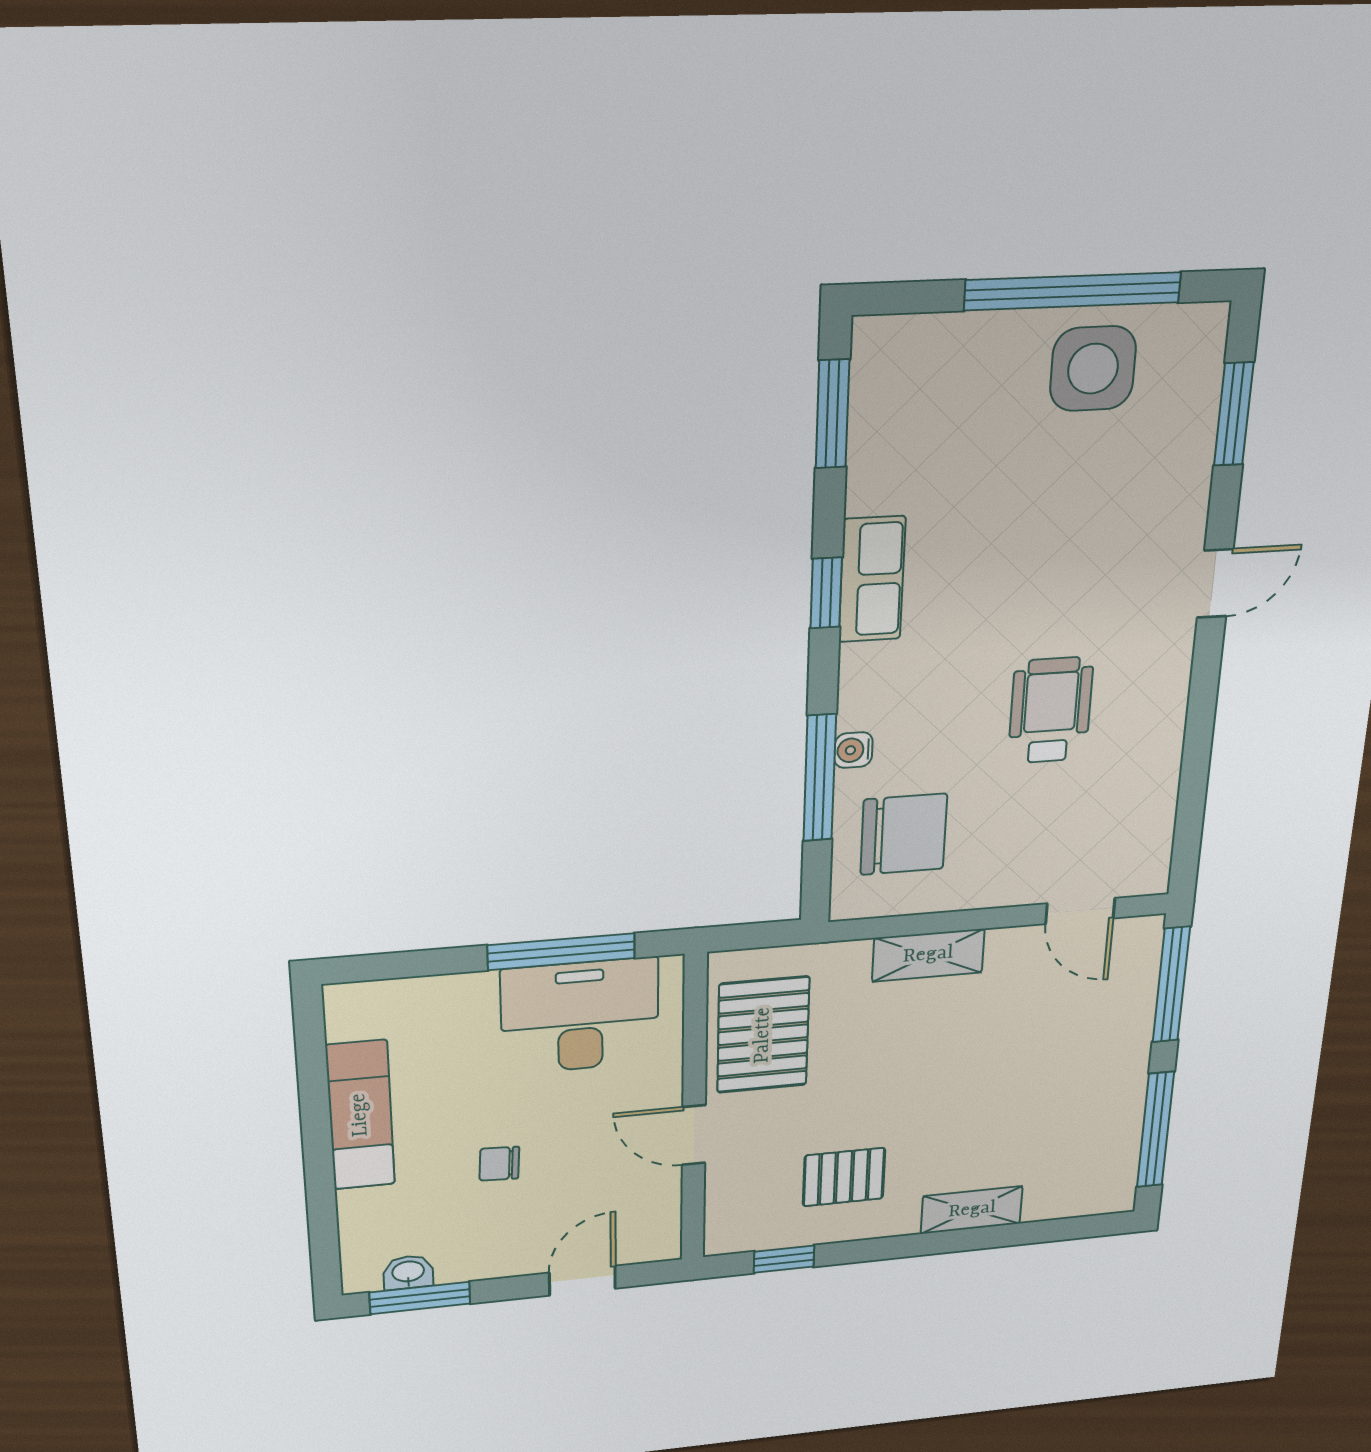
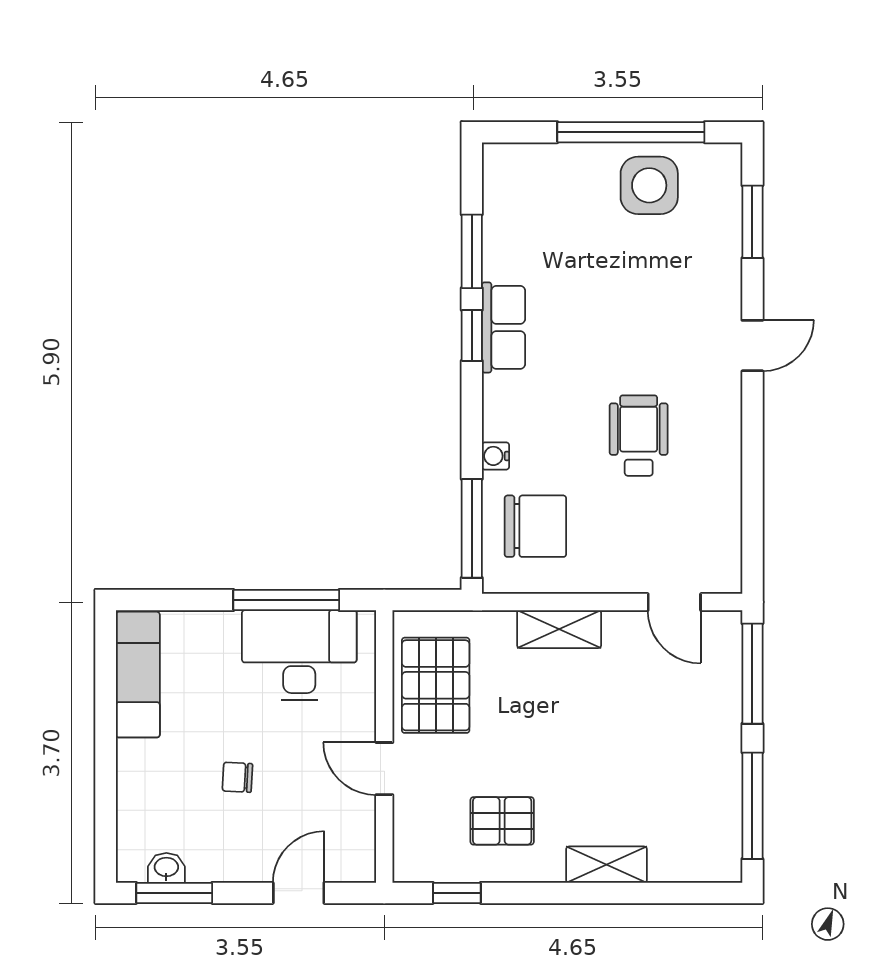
window: (833, 414) -> (472, 251), moved
window: (820, 778) -> (472, 528), moved
exam couch: (360, 1115) -> (138, 675), moved

